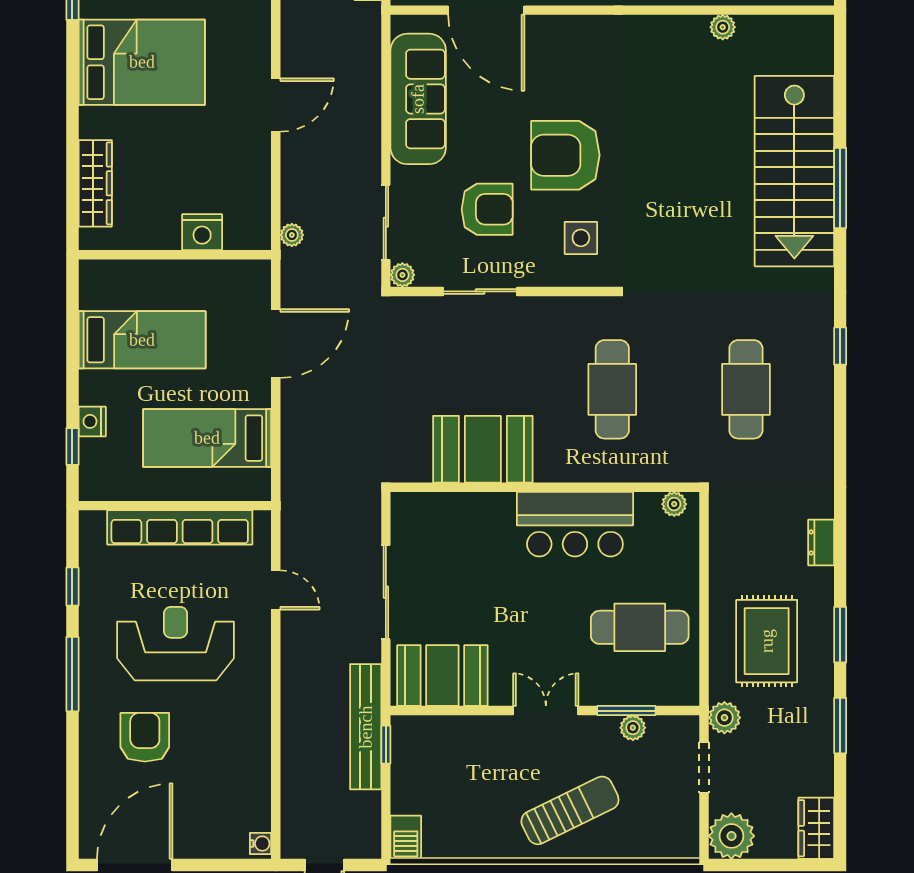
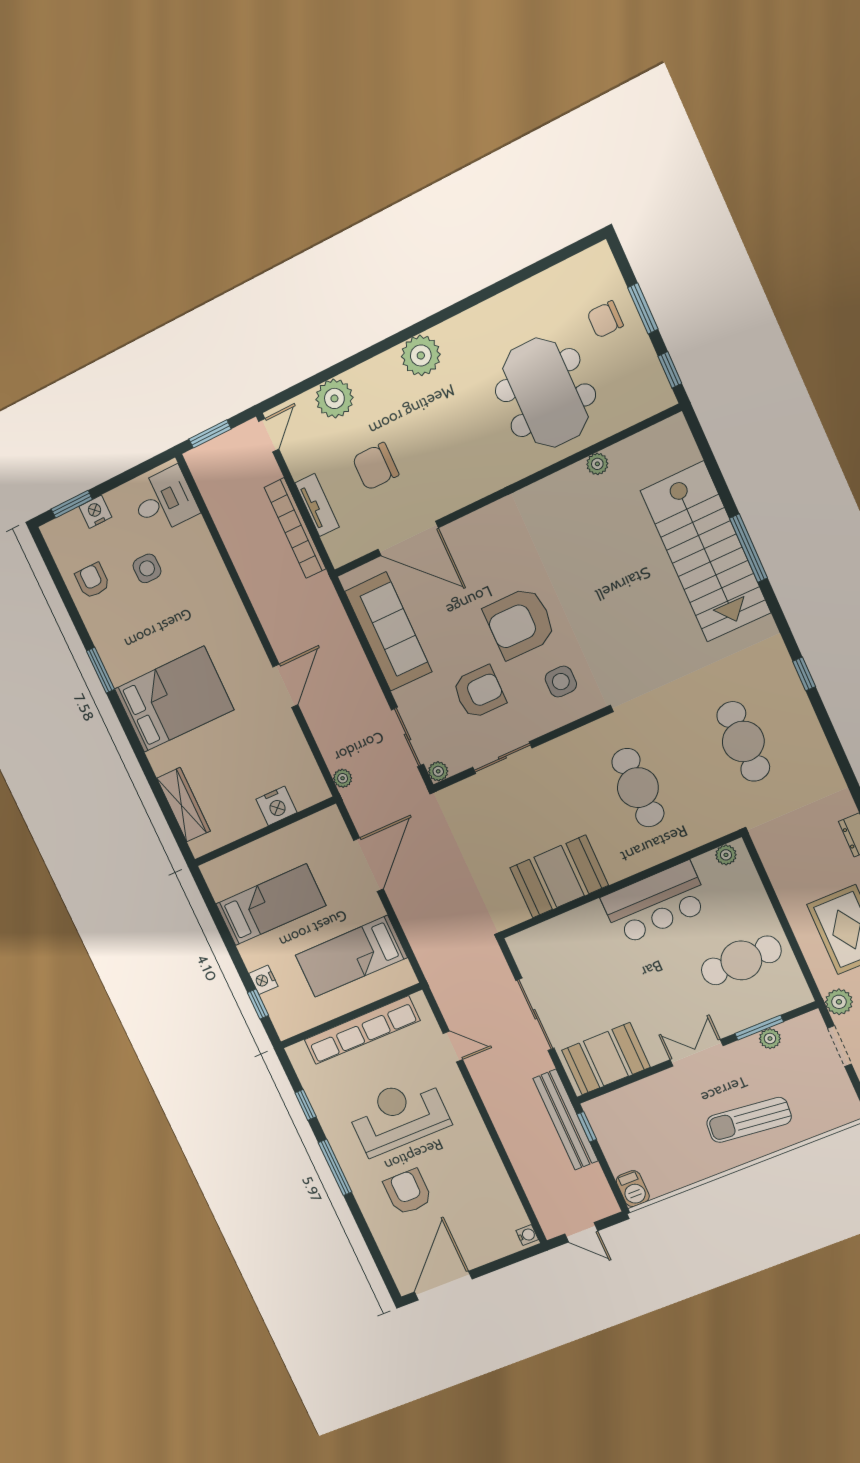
sun lounger: (570, 810) -> (749, 1120), turned -148

